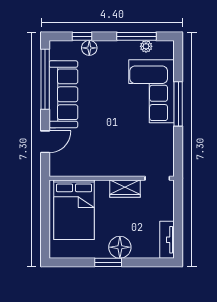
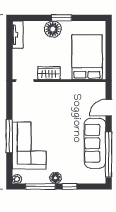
window: (82, 36) -> (70, 187), moved
plant: (146, 46) -> (17, 179), moved
floor lamp: (89, 48) -> (55, 178), moved

